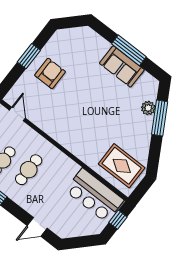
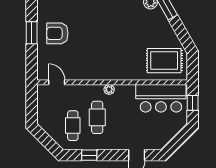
armchair: (50, 73) -> (57, 33), turned -90
plant: (57, 154) -> (109, 89), added

